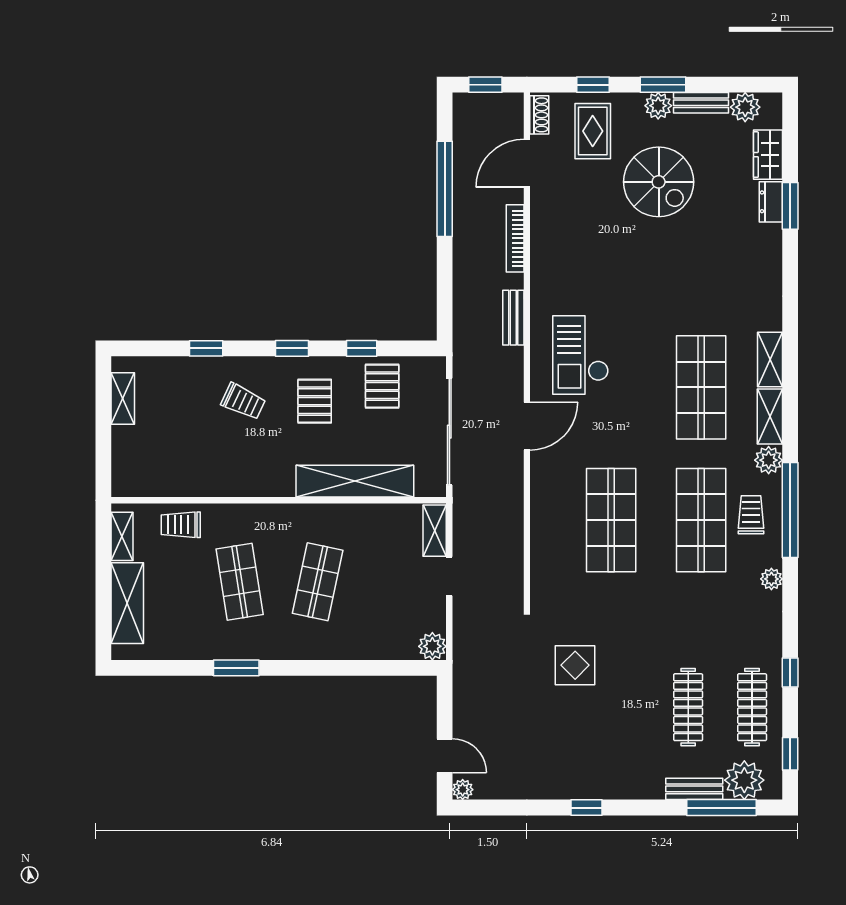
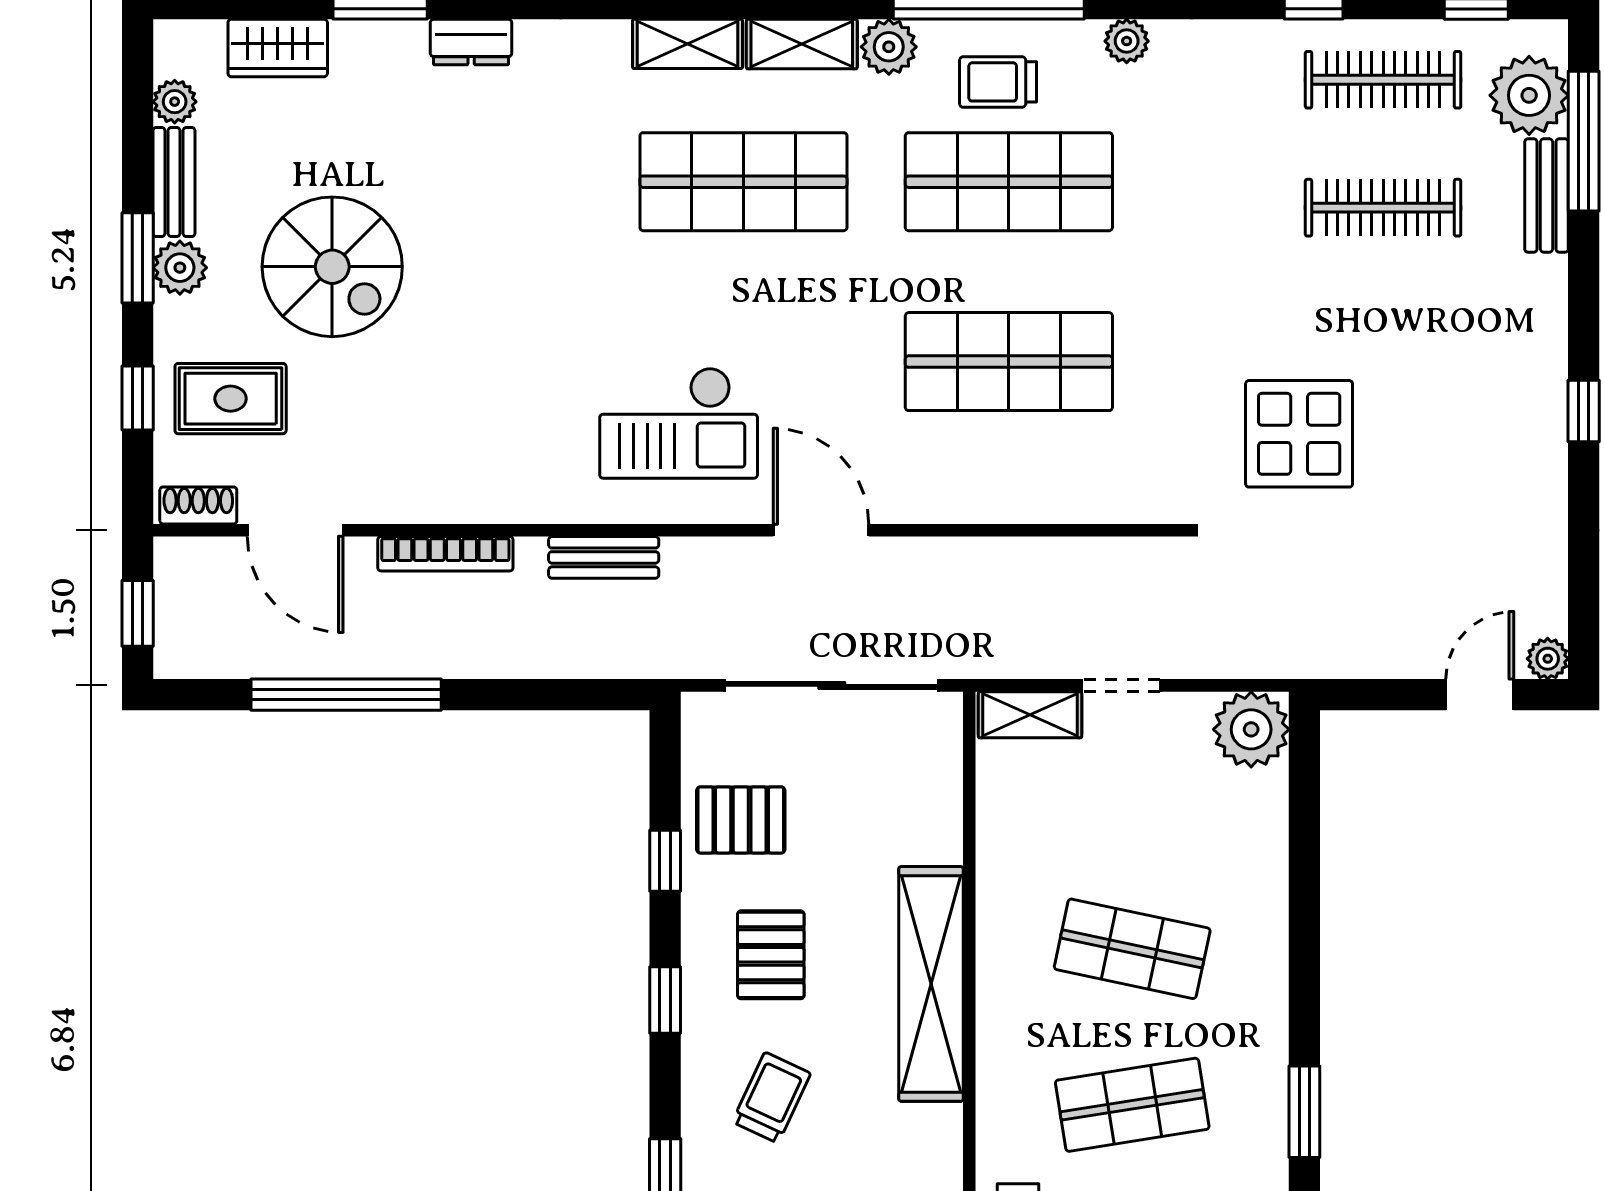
plant: (745, 107) -> (175, 102), width x0.73, depth x0.73
spiral stairs: (659, 182) -> (332, 267), turned 90
dresser: (771, 202) -> (471, 42), moved
pallet: (315, 401) -> (771, 955), turned 90
shelving: (355, 481) -> (931, 984), moved
plant: (432, 646) -> (1251, 729), width x1.36, depth x1.36
display table: (575, 665) -> (1299, 434), width x1.36, depth x1.36

